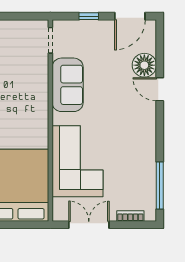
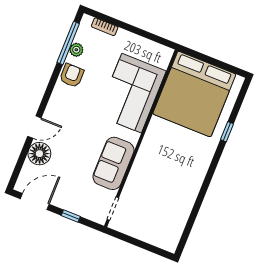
door: (160, 89) -> (34, 127), hinge flipped
armchair: (143, 155) -> (72, 76), added
plant: (149, 182) -> (76, 50), added
double door: (89, 225) -> (144, 34), removed

